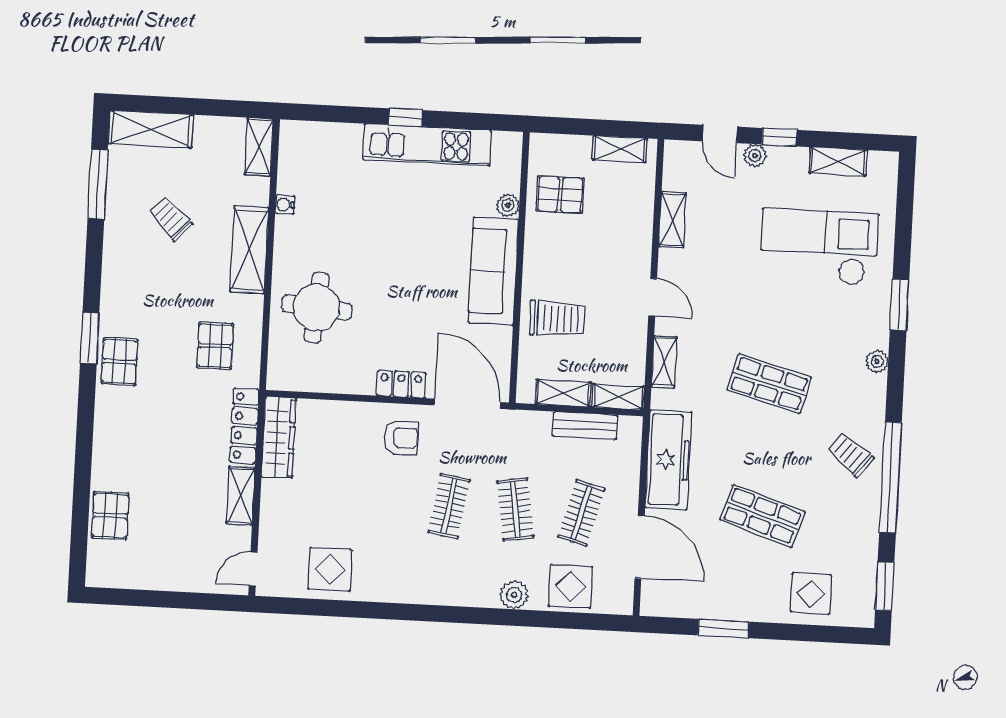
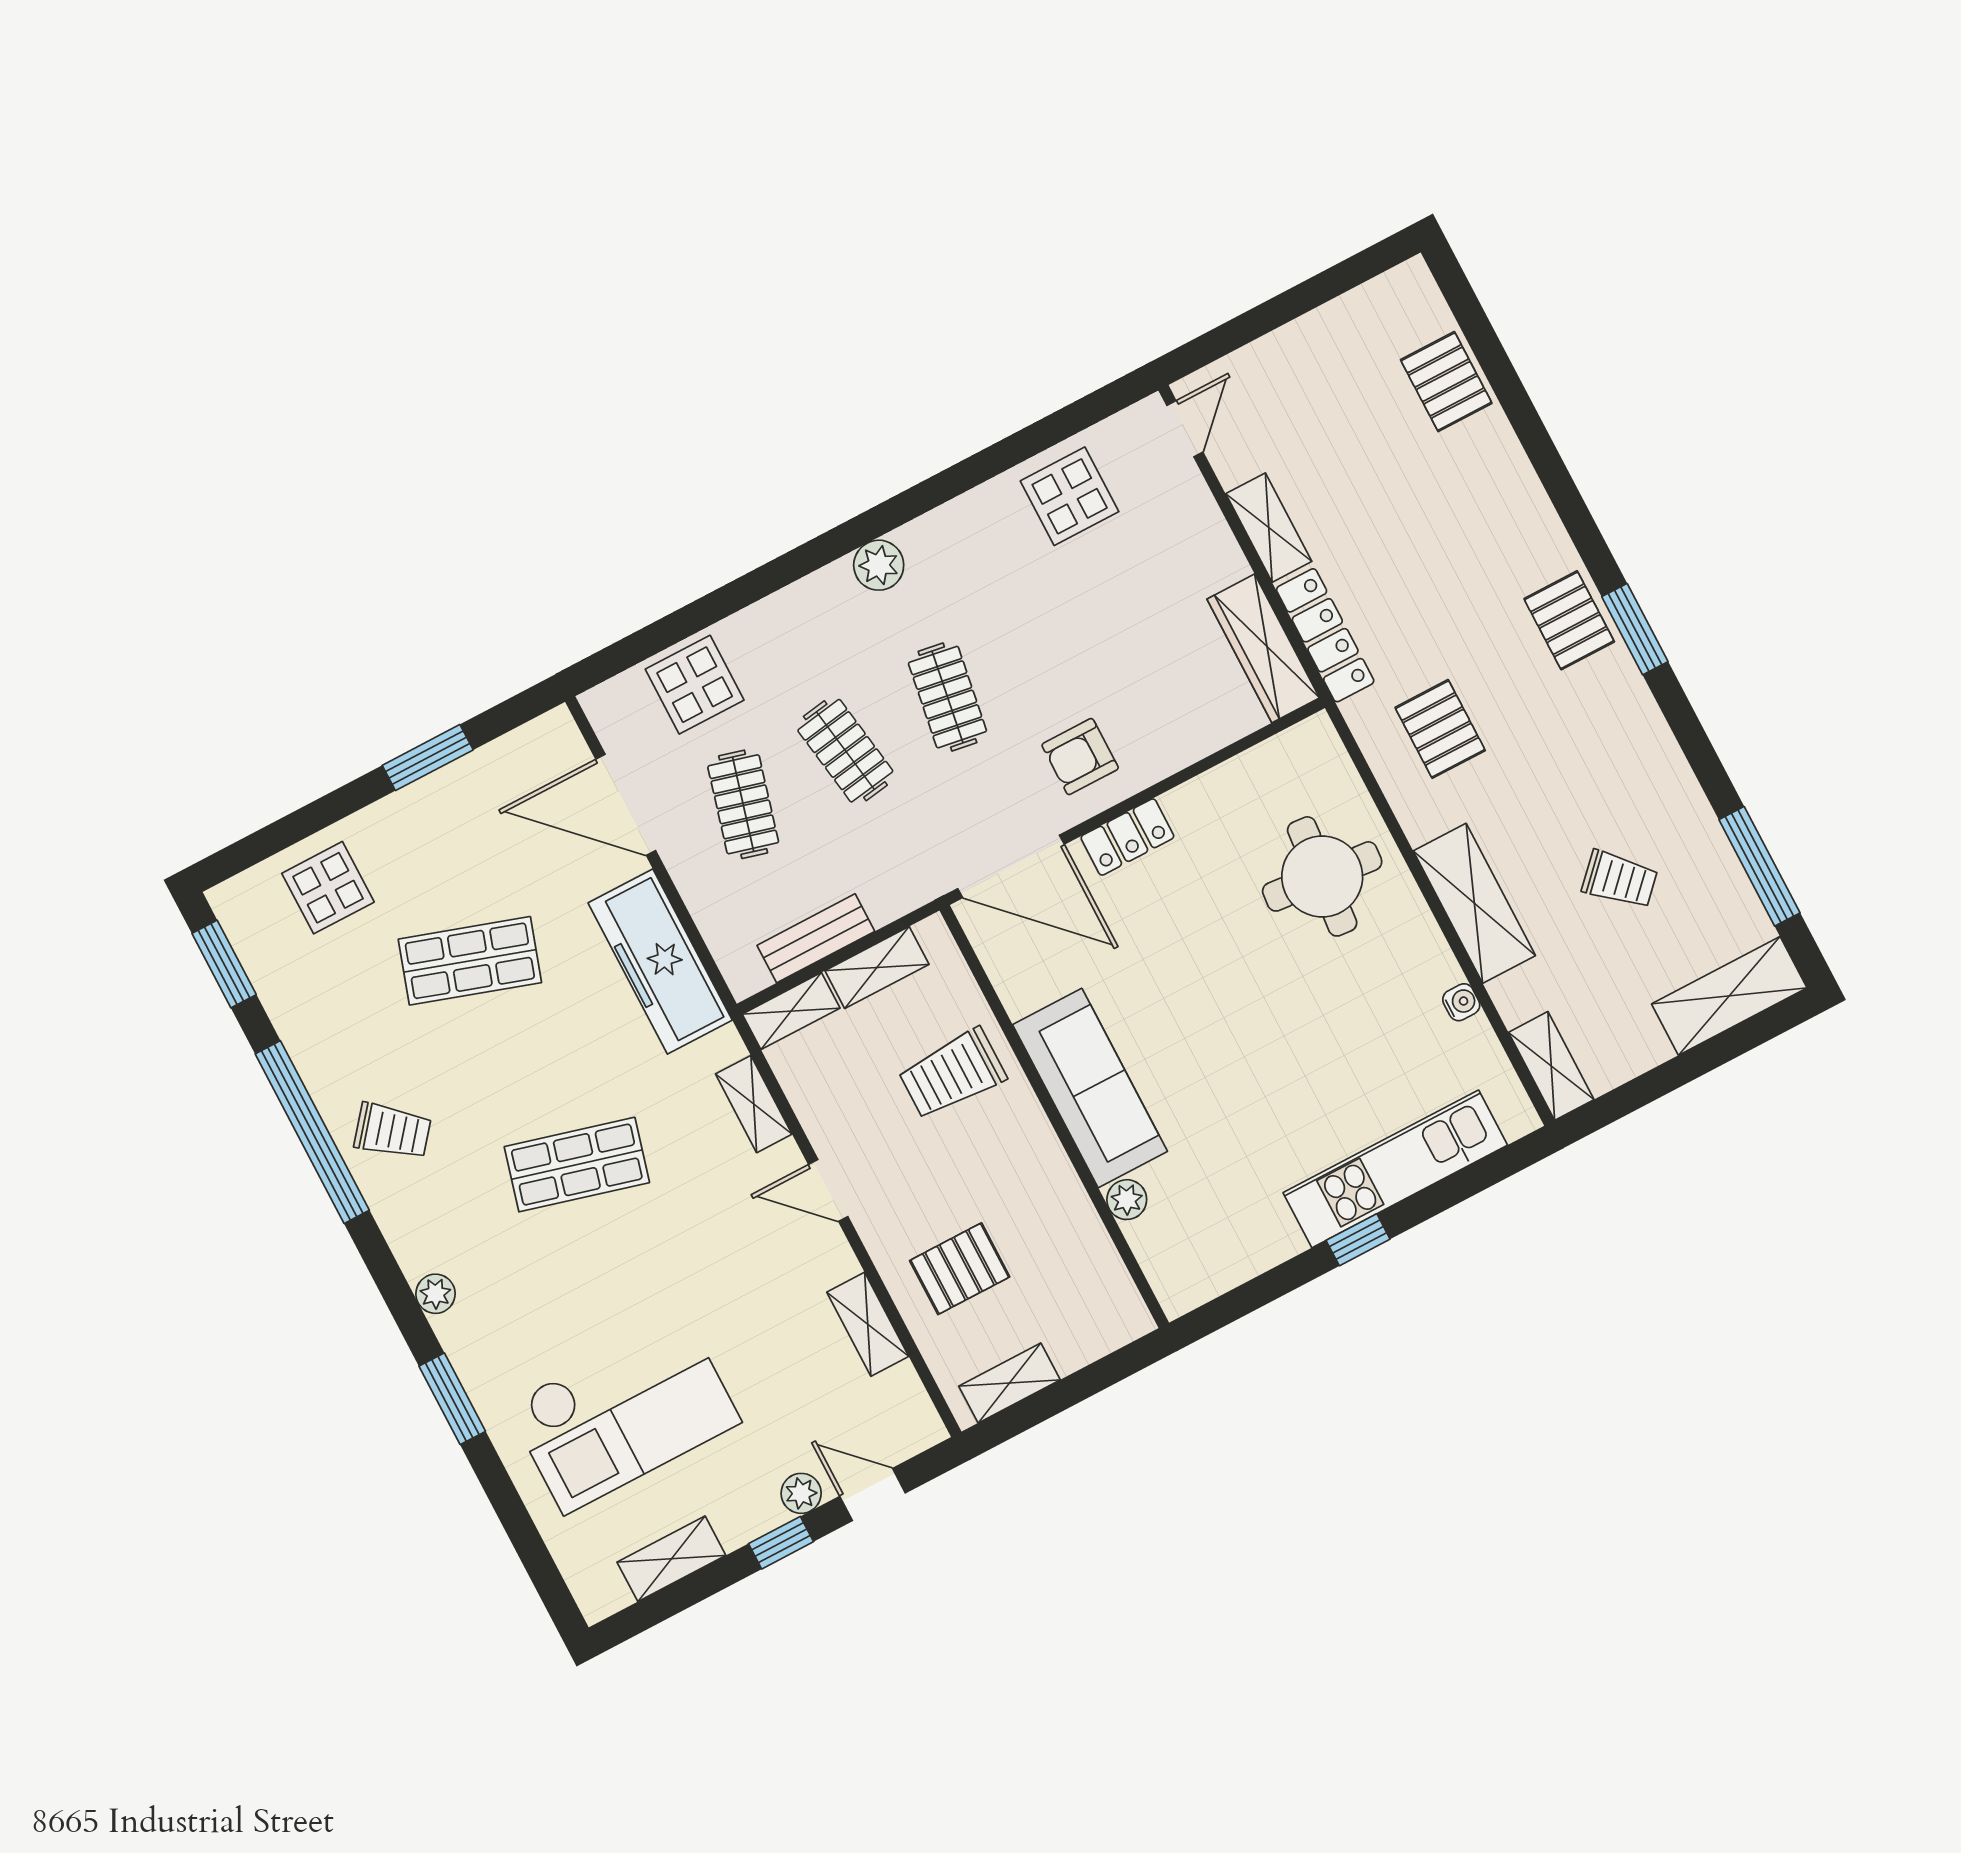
kitchen unit: (427, 145) -> (1395, 1169), moved
pallet: (560, 194) -> (960, 1269), moved
plant: (514, 595) -> (879, 565), moved

